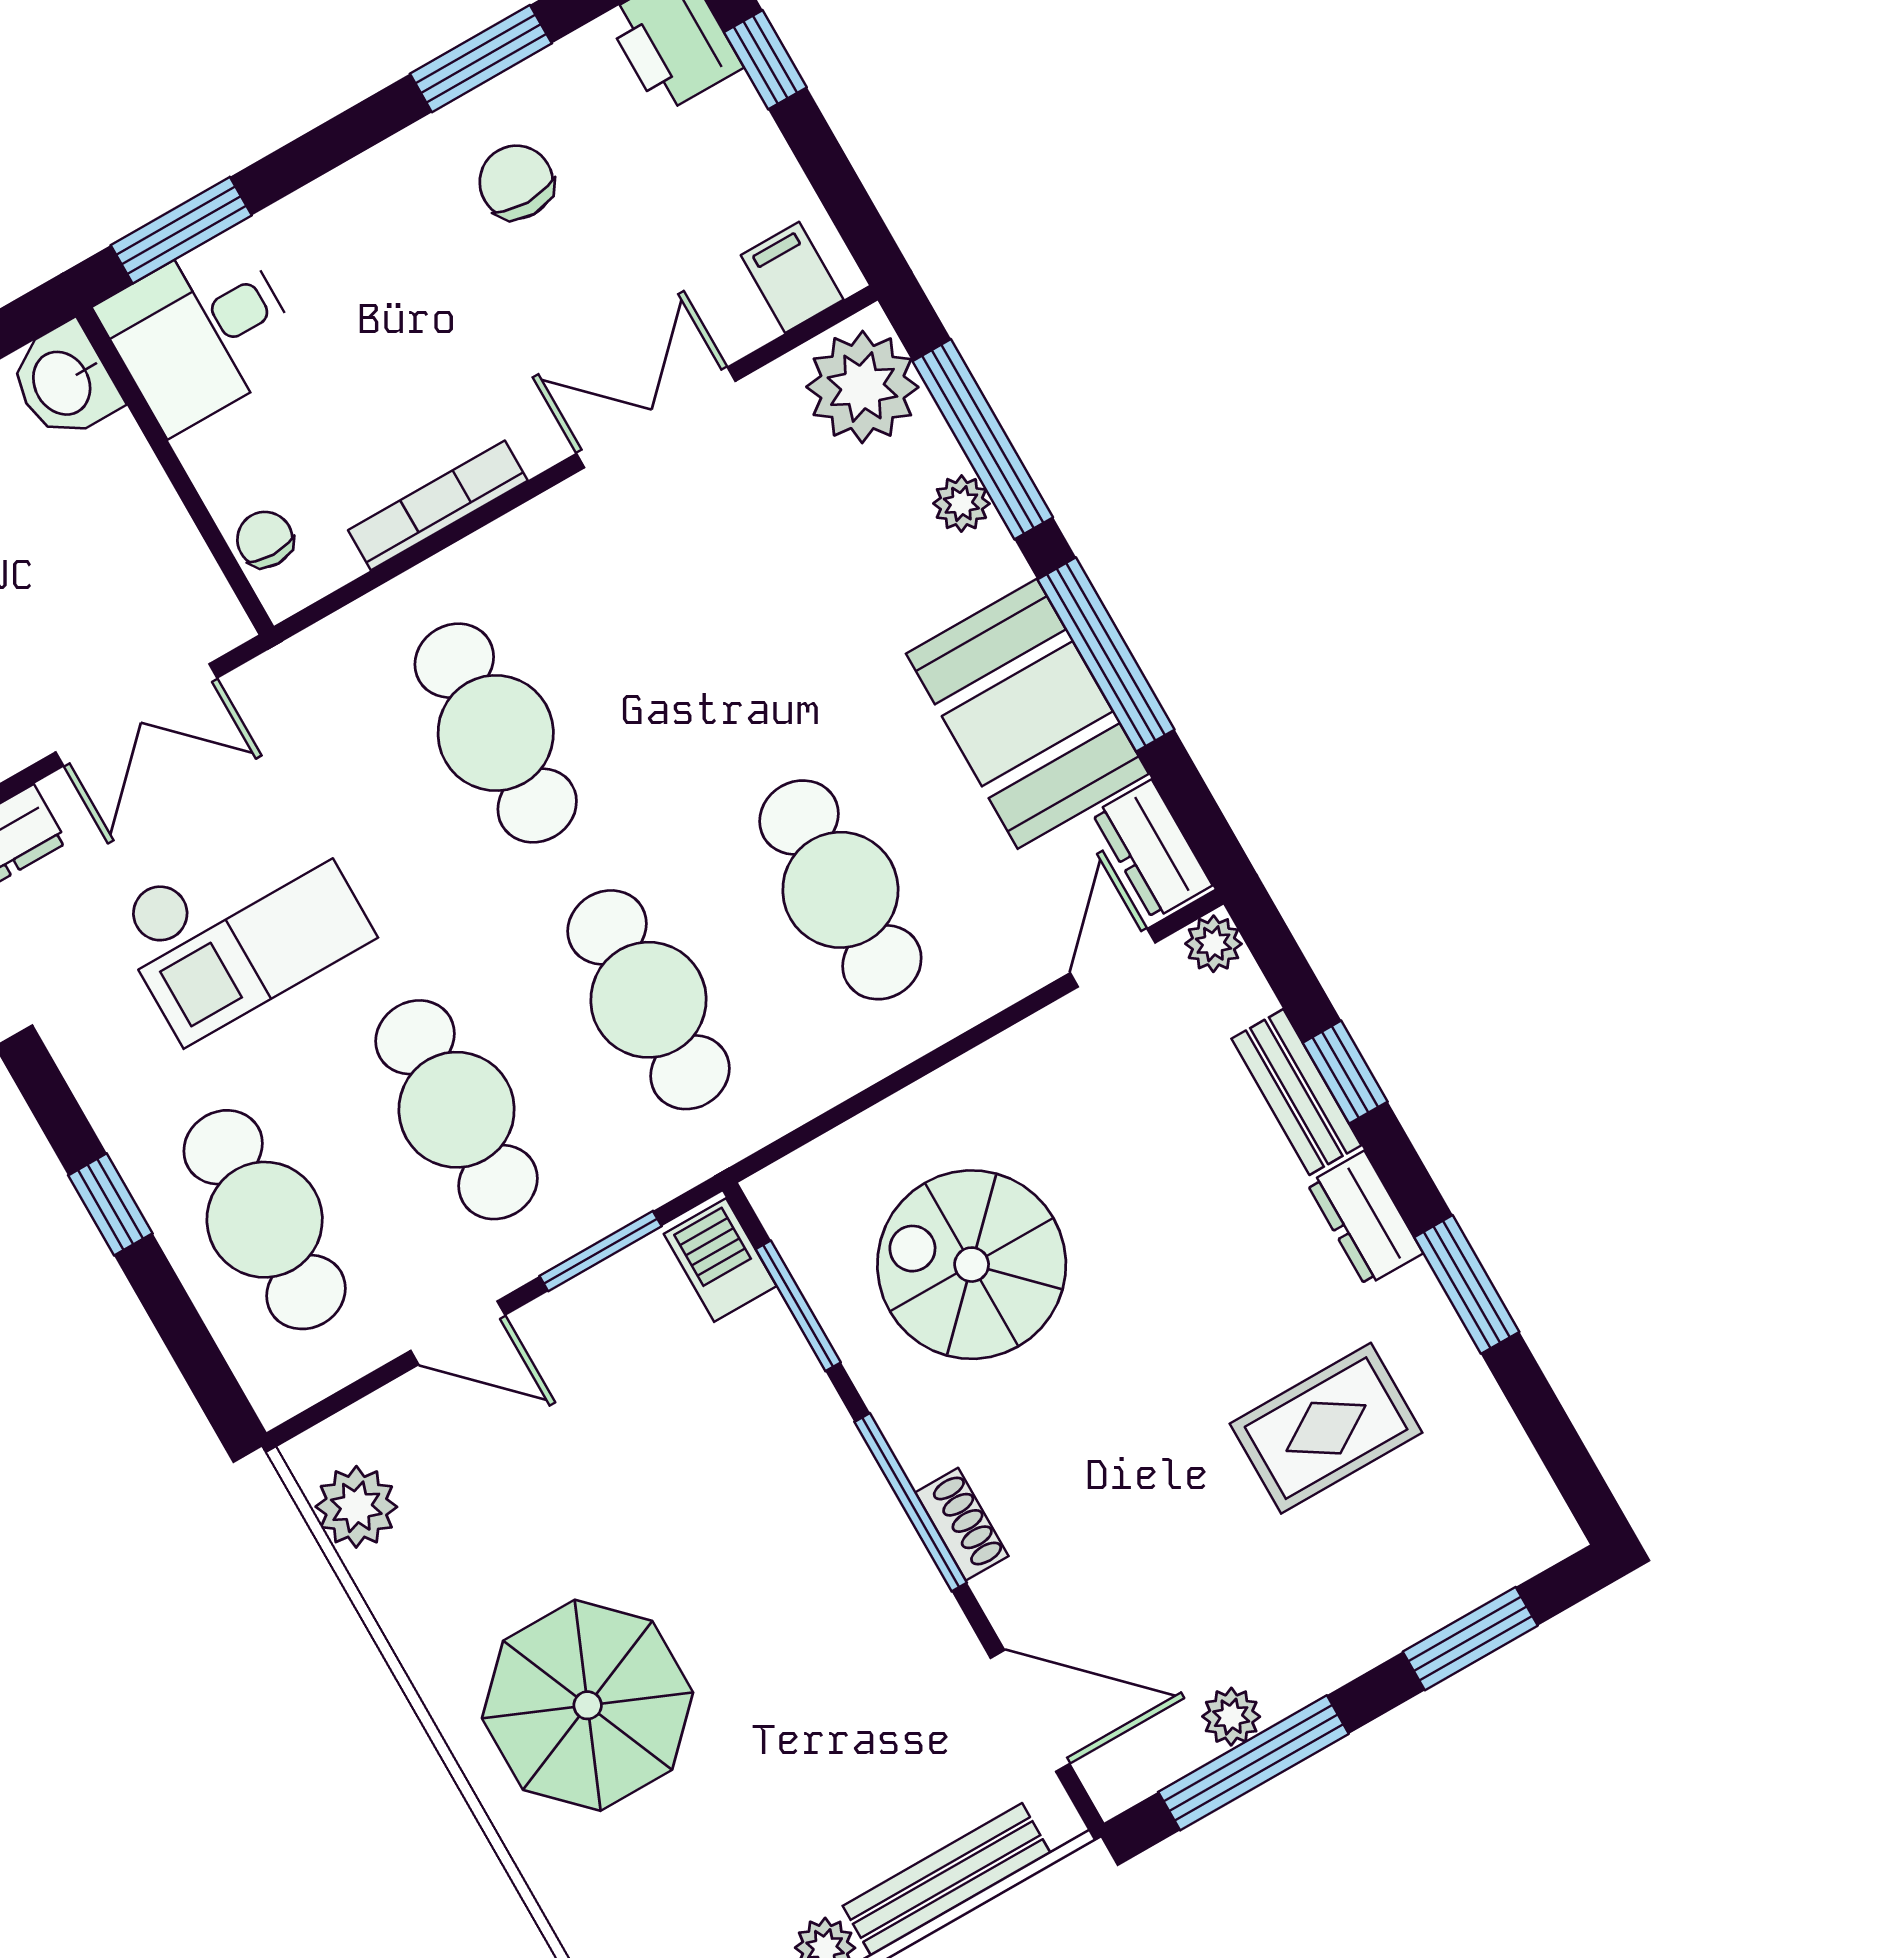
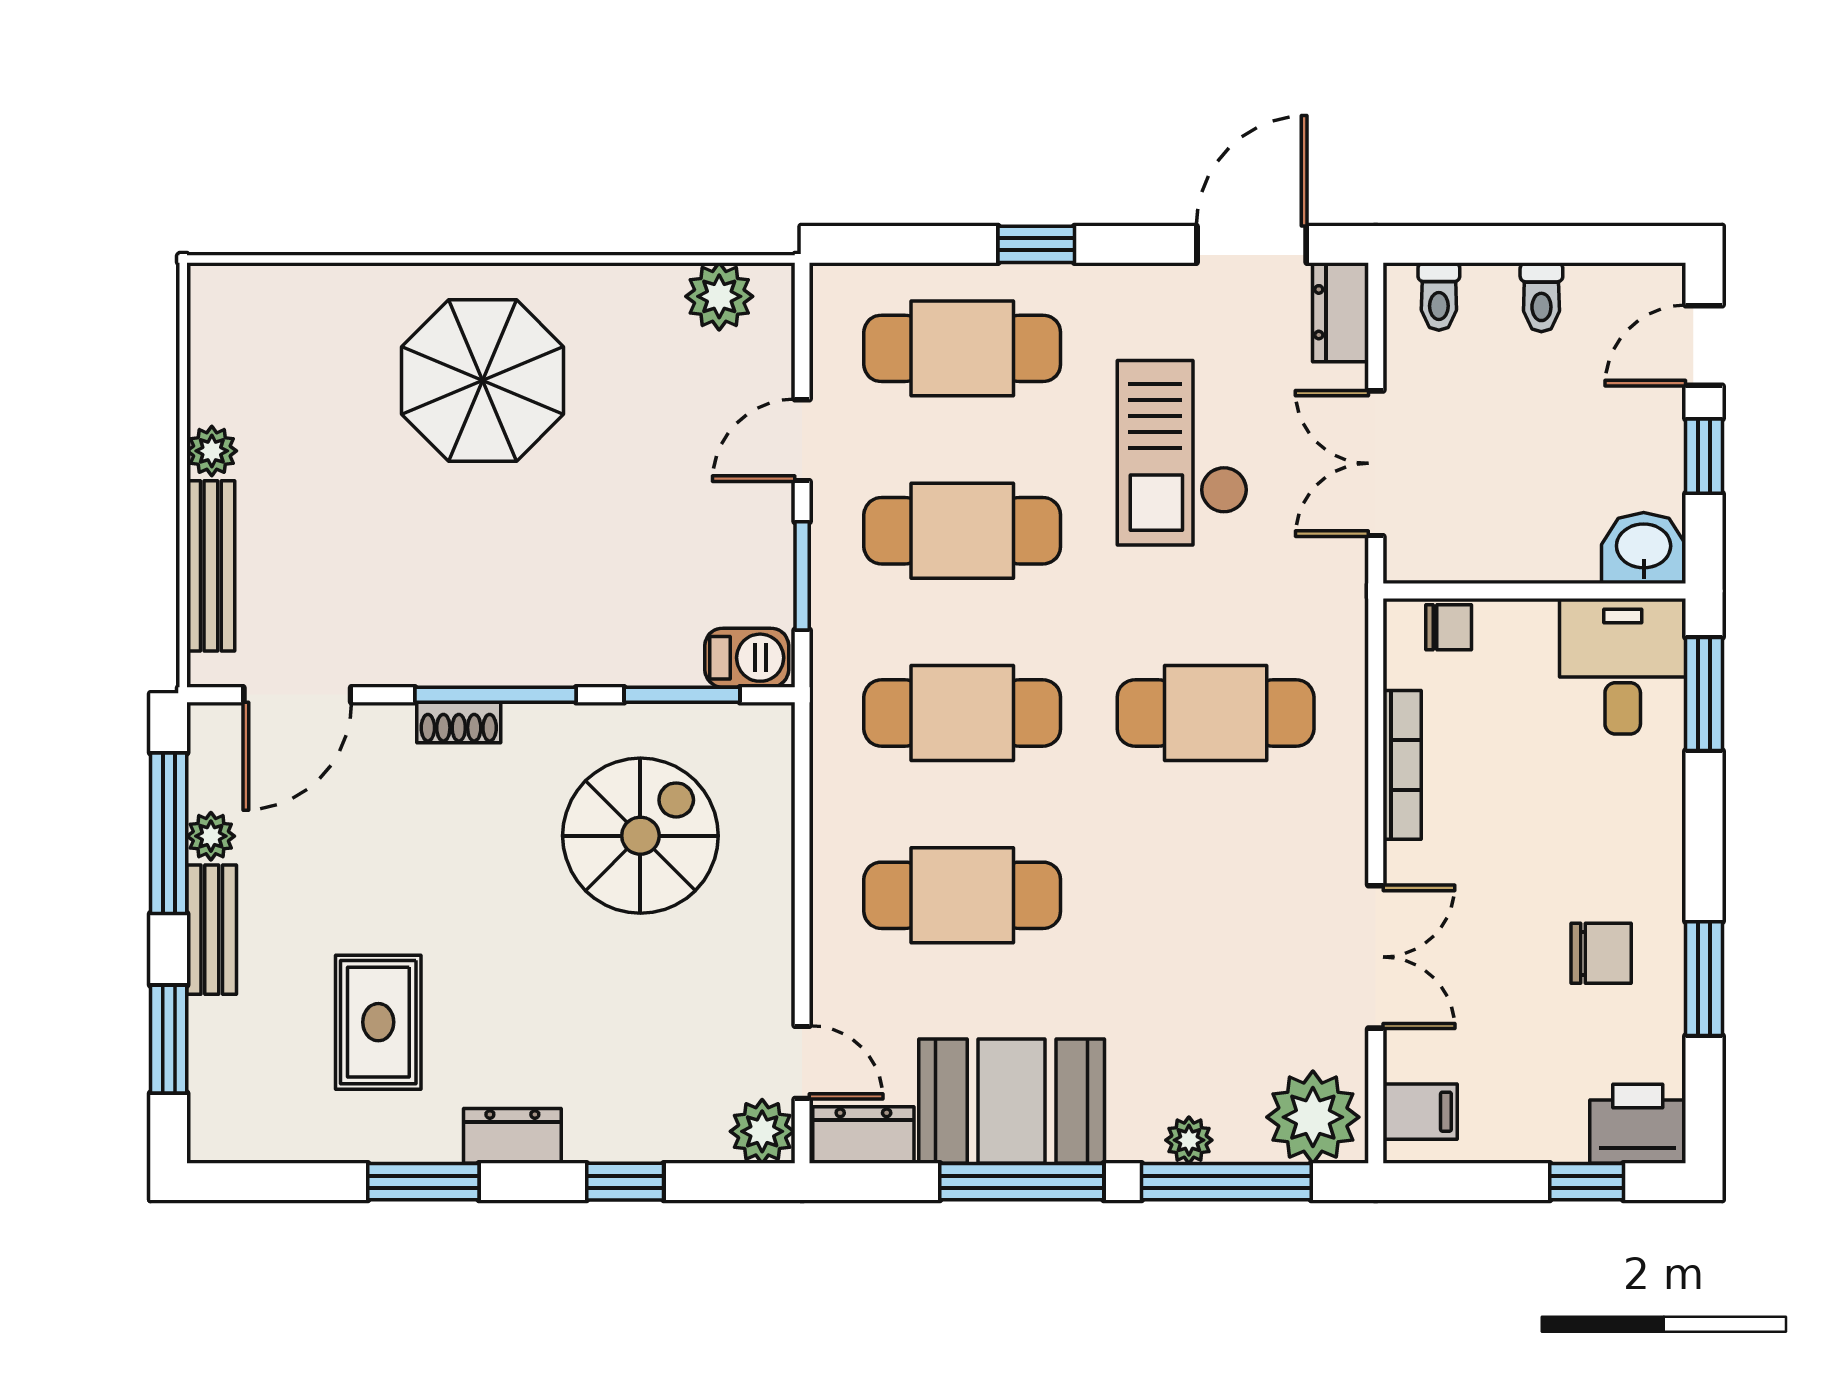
plant: (1213, 944) -> (762, 1131), width x1.38, depth x1.38
bench: (1296, 1092) -> (212, 930), moved, turned 90

